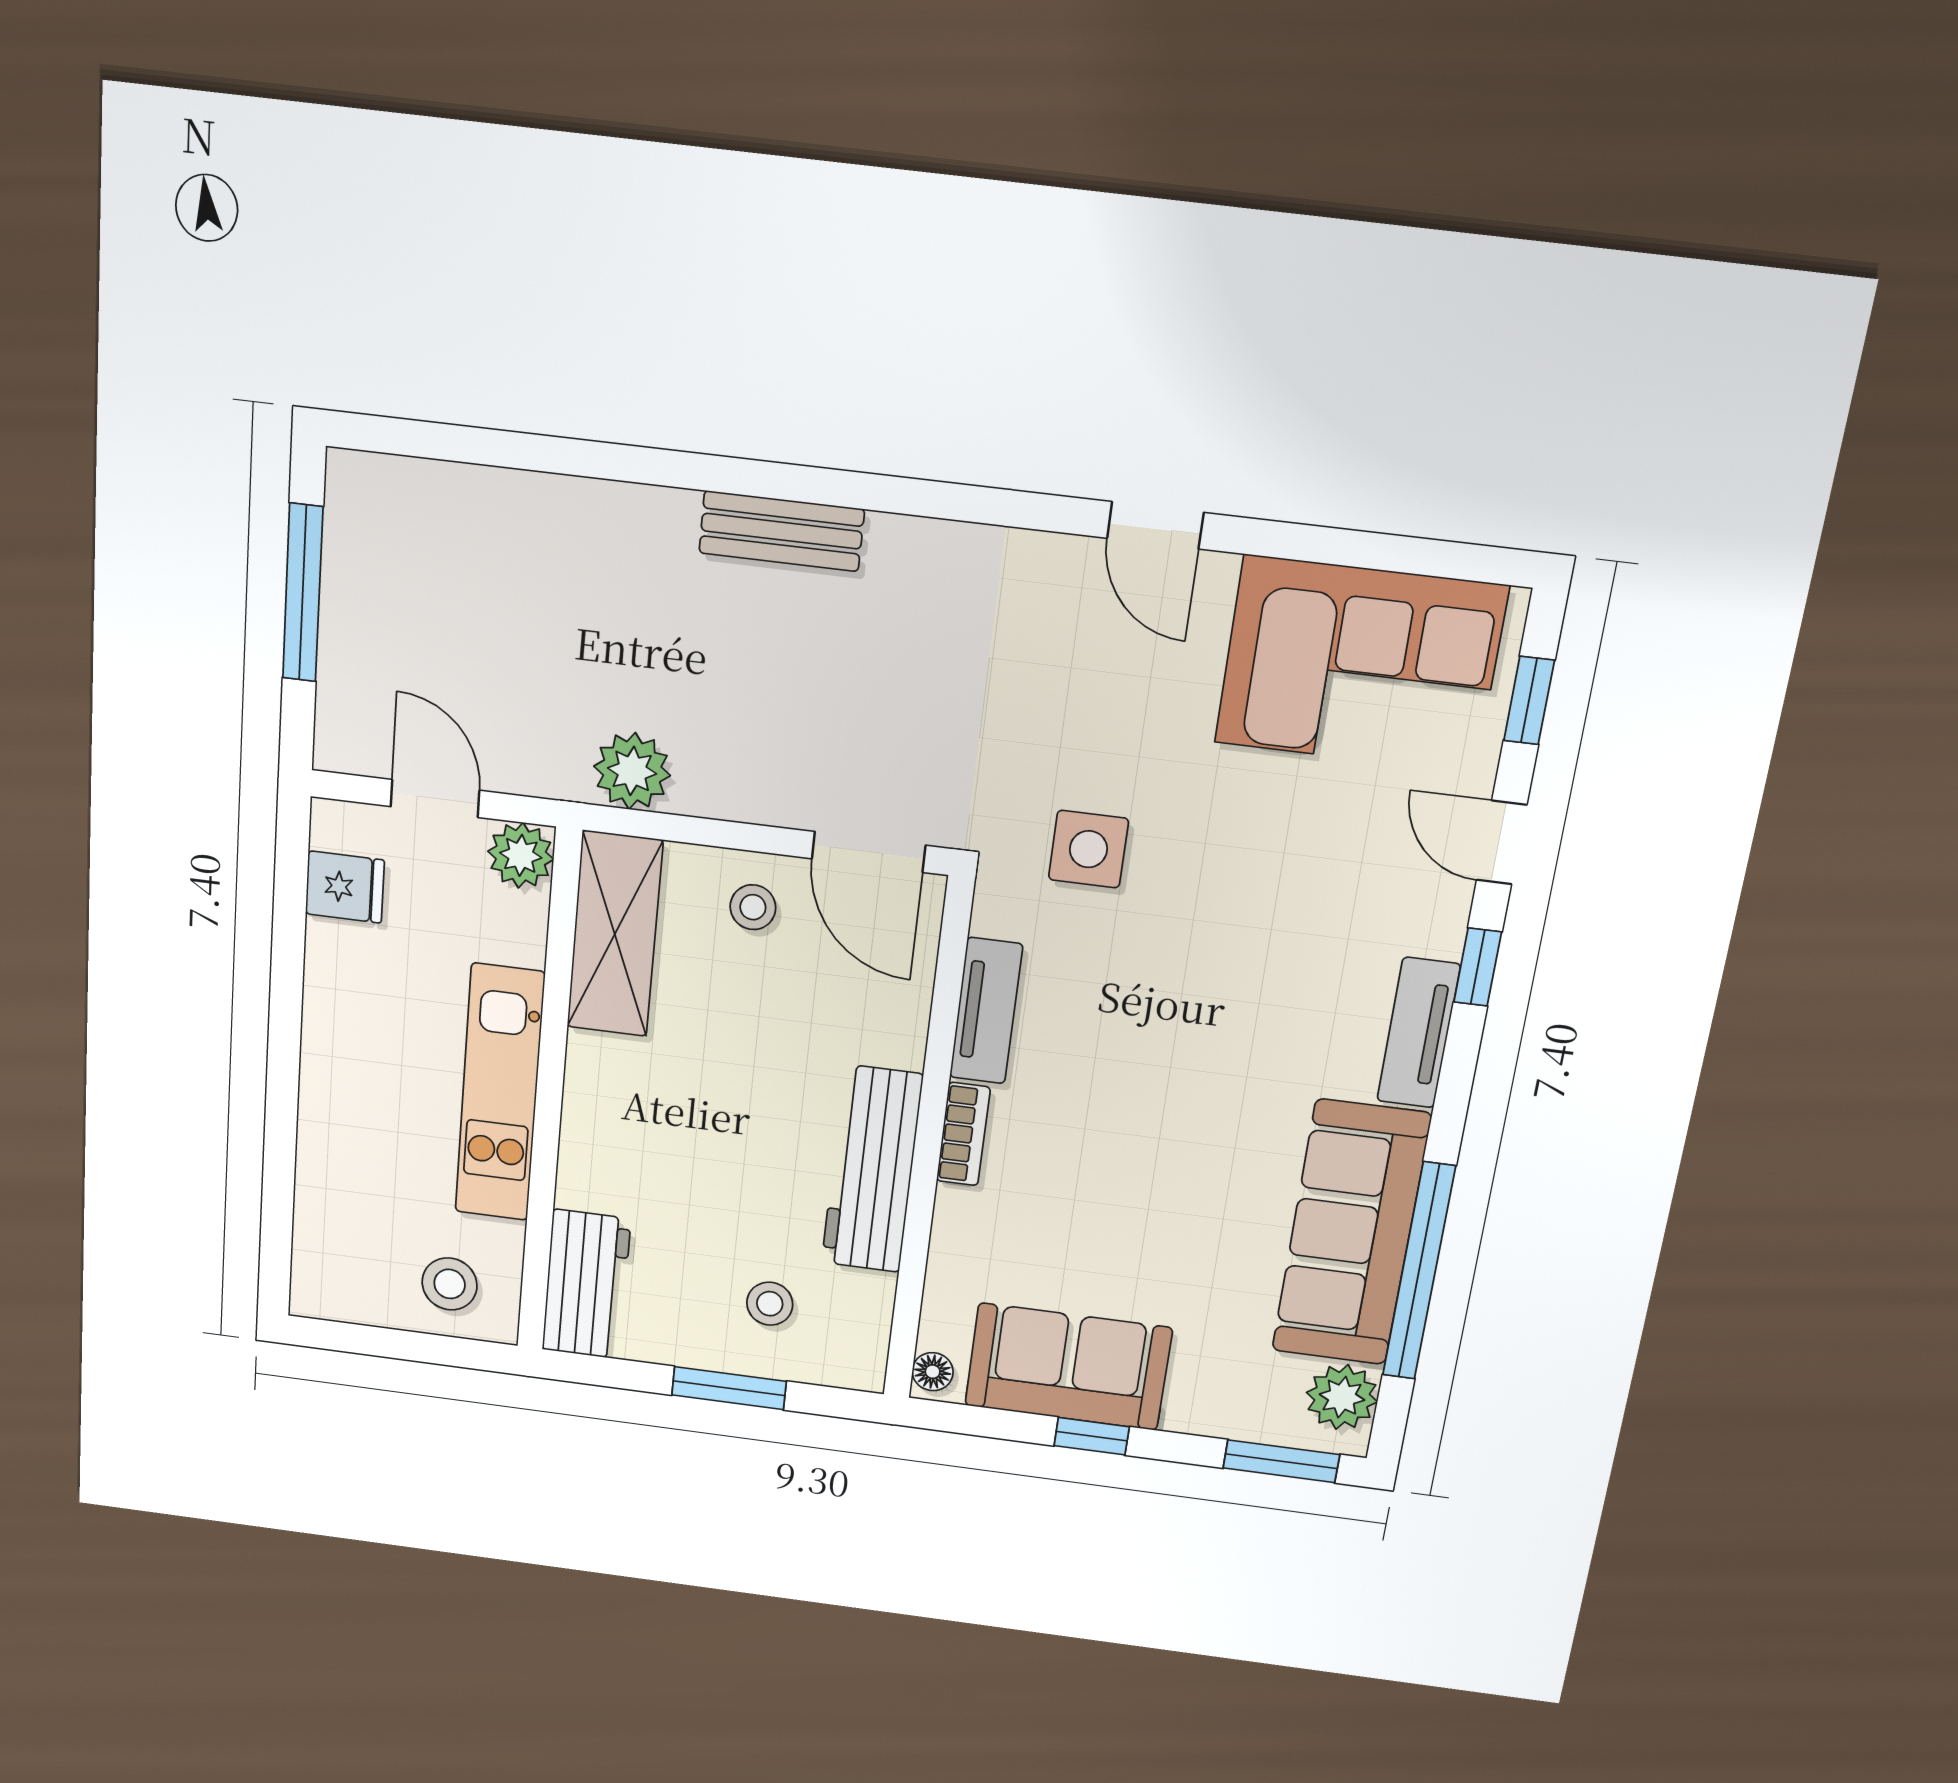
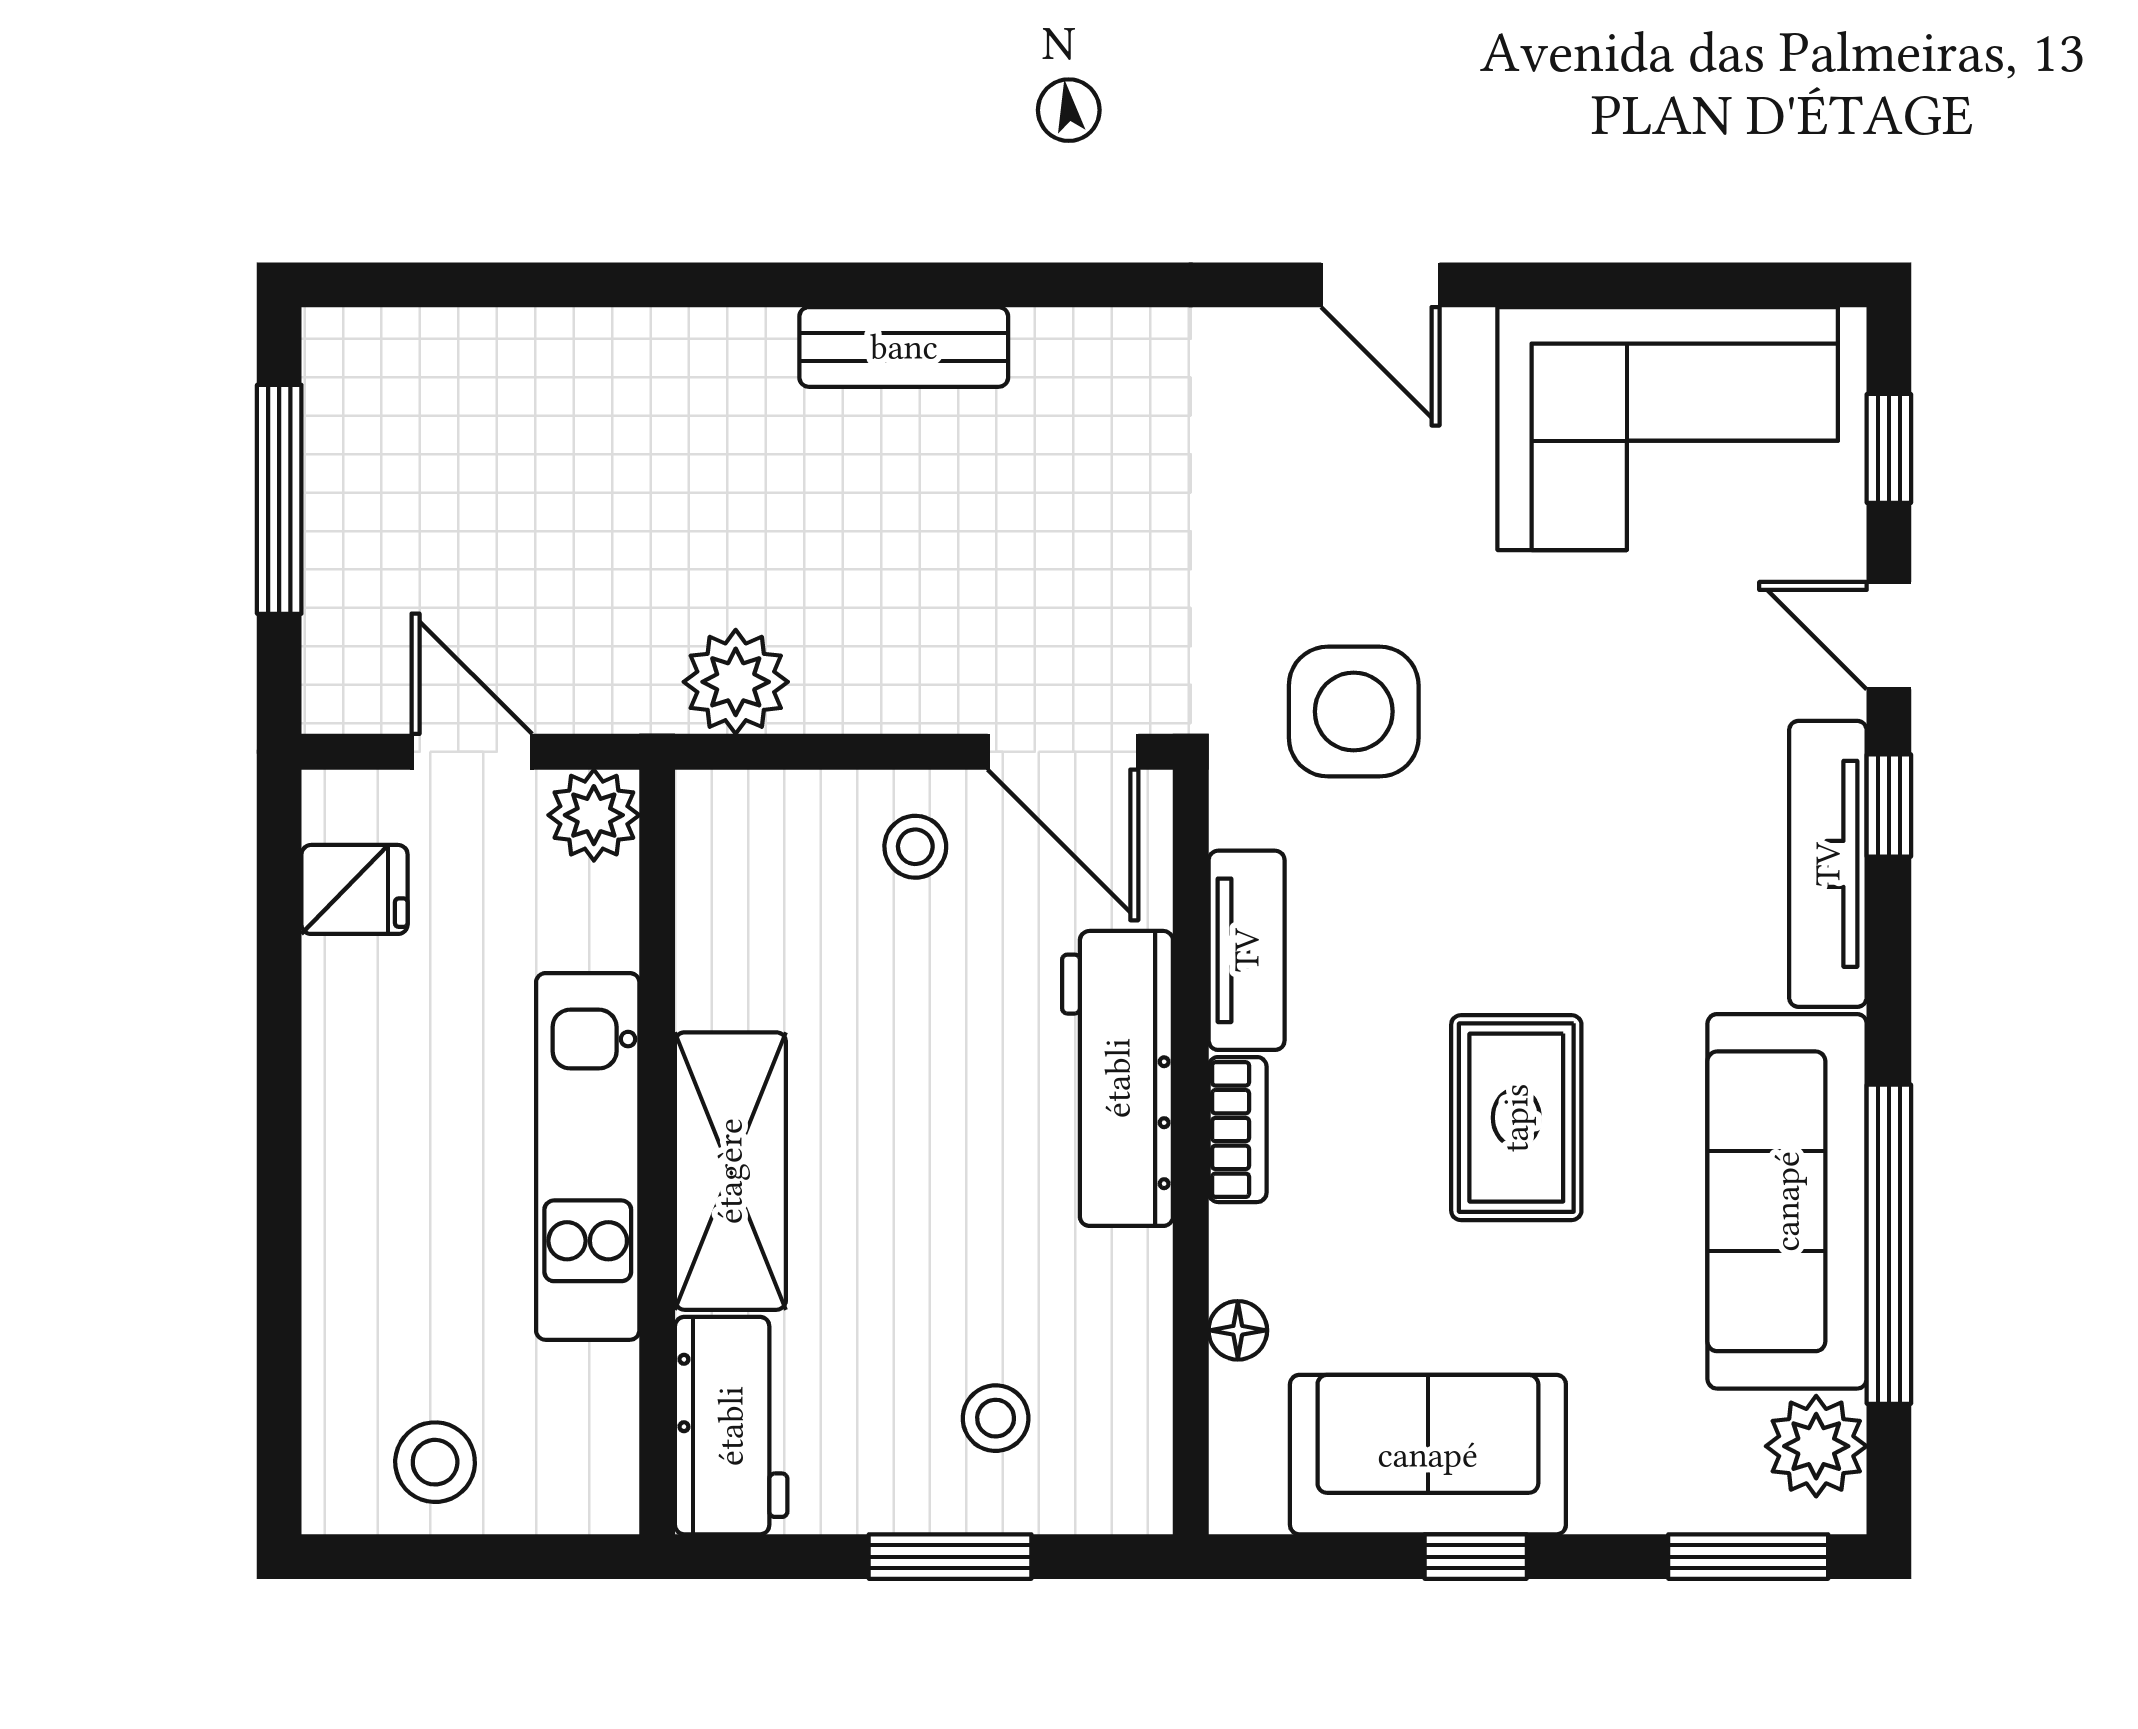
side table: (1088, 849) -> (1354, 712), width x1.37, depth x1.37
shelving: (615, 934) -> (730, 1171), moved
tv unit: (1419, 1033) -> (1828, 864), width x1.41
rug: (1165, 1152) -> (1516, 1118), added
workbench: (872, 1169) -> (1118, 1078), moved
stool: (450, 1284) -> (435, 1462), moved
floor lamp: (933, 1372) -> (1238, 1330), moved

